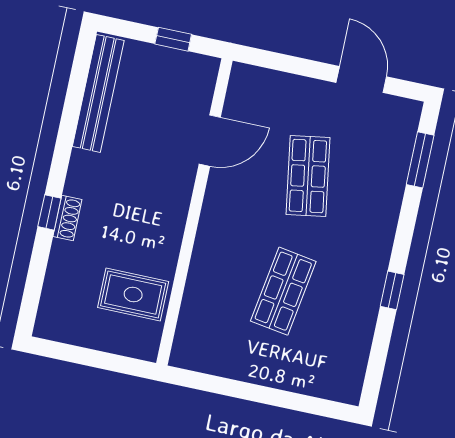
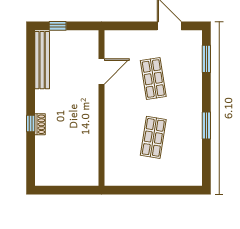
window: (173, 39) -> (58, 26), moved
window: (392, 290) -> (206, 126), width x1.50
rug: (133, 294) -> (80, 155), removed

